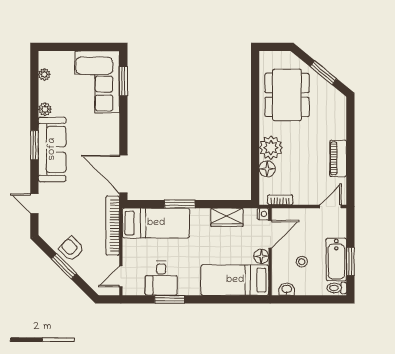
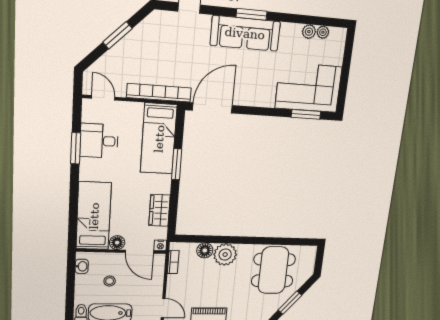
dining table: (287, 95) -> (273, 270), turned 90
plant: (45, 109) -> (309, 32), moved
armchair: (71, 249) -> (137, 45), removed

